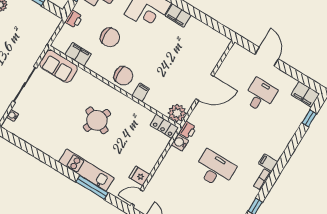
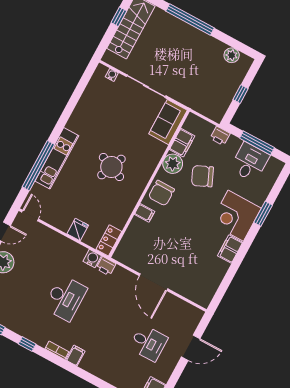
chair: (110, 37) -> (202, 176), turned 66
plant: (177, 113) -> (173, 164), moved
fridge: (139, 176) -> (78, 230), moved
window: (92, 187) -> (38, 166), width x1.46

